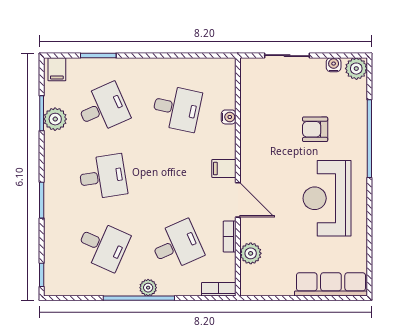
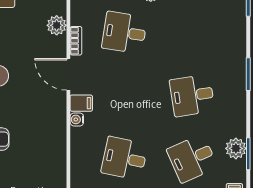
water cooler: (229, 117) -> (77, 119), moved
desk: (103, 245) -> (192, 33), removed
desk: (177, 245) -> (124, 33), turned 33

